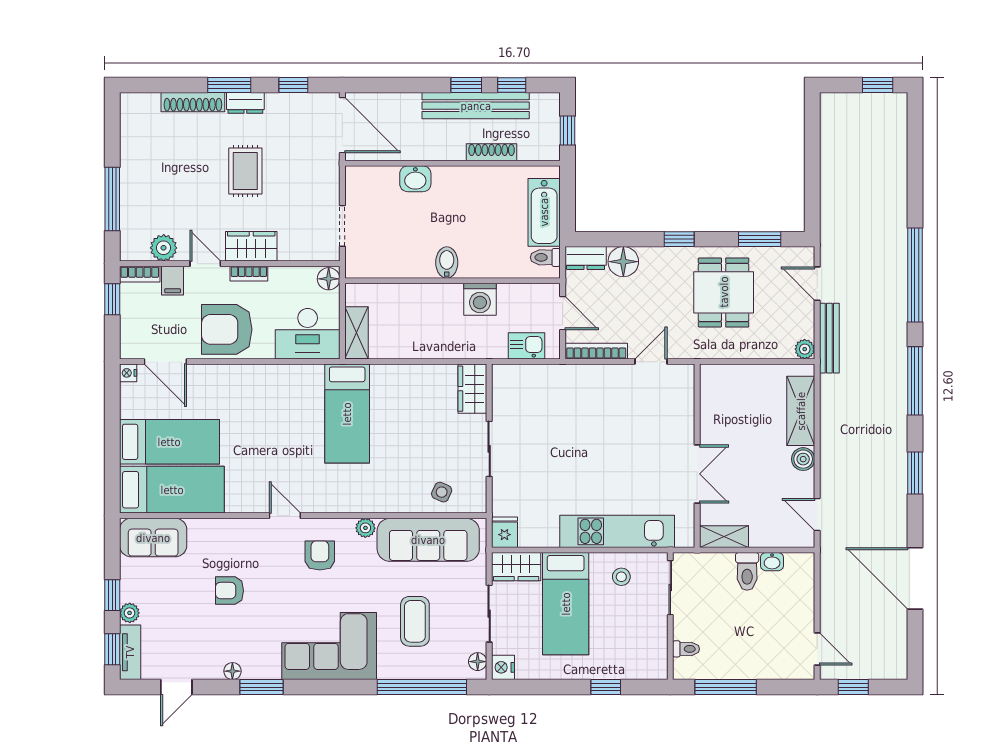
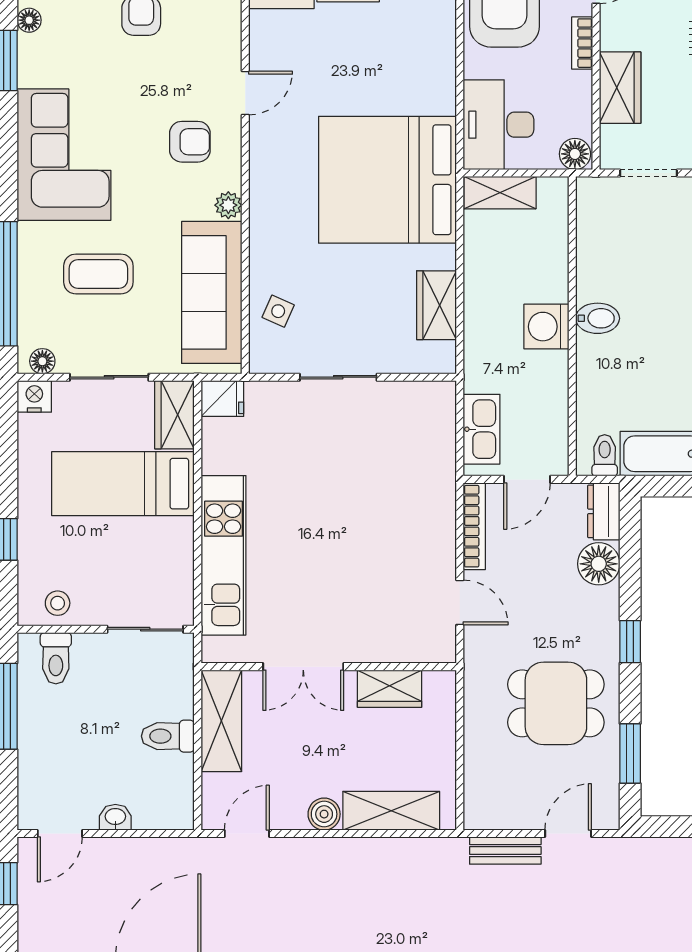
wardrobe: (251, 246) -> (620, 88), moved
washing machine: (480, 299) -> (546, 327), moved
bench: (829, 338) -> (505, 851), width x0.73
kitchen sink: (526, 346) -> (482, 429), width x1.38
plant: (805, 349) -> (477, 816), removed
wardrobe: (472, 389) -> (436, 305), moved, turned -90
wardrobe: (713, 412) -> (390, 689), added
bed: (347, 414) -> (387, 180), width x2.04
shelving: (724, 537) -> (221, 721), width x1.50, depth x1.33
washbasin: (772, 562) -> (115, 817), moved, turned 90
stool: (621, 577) -> (58, 603), moved
toilet: (686, 649) -> (56, 658), width x1.37, depth x1.39

